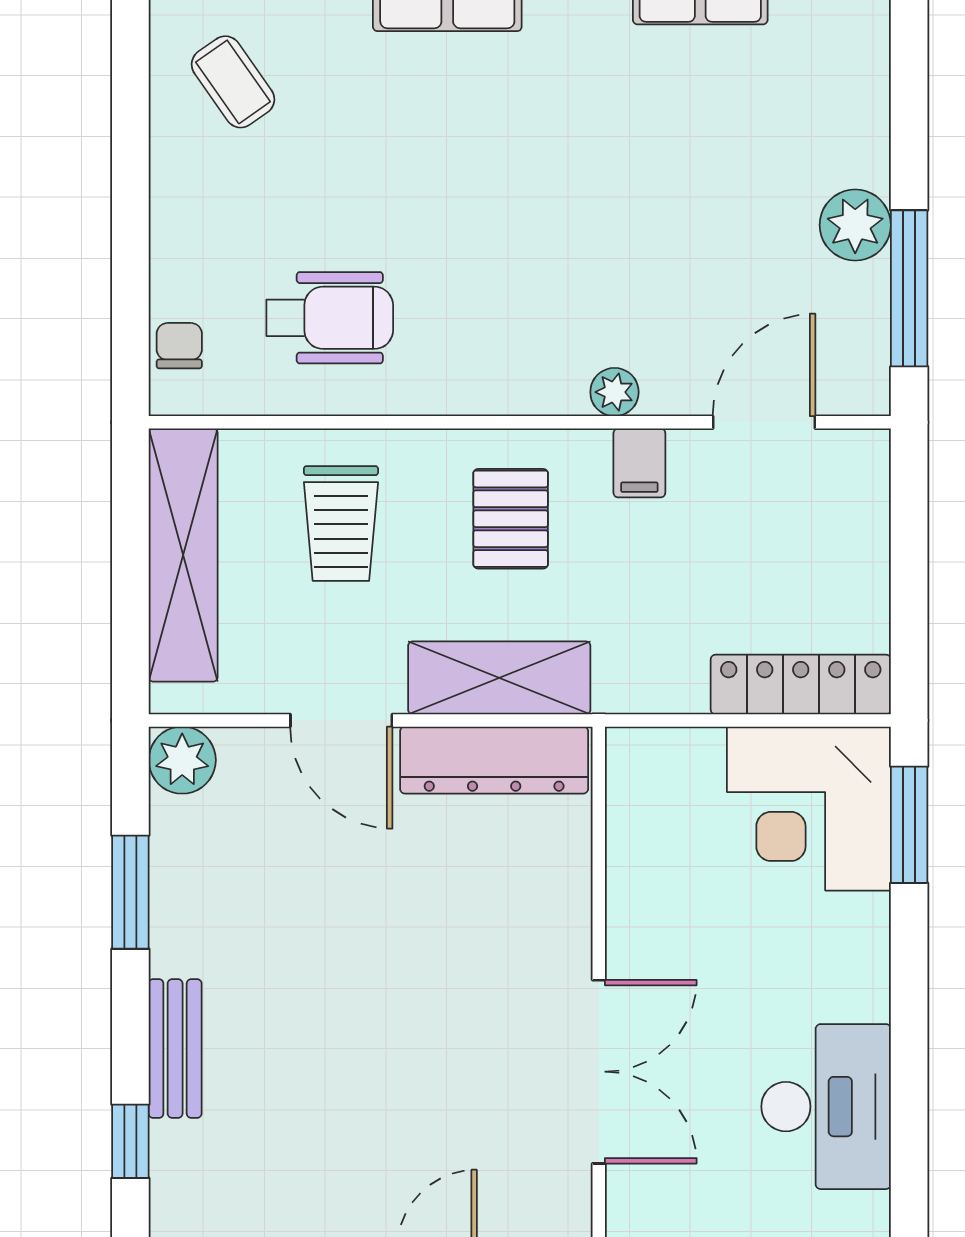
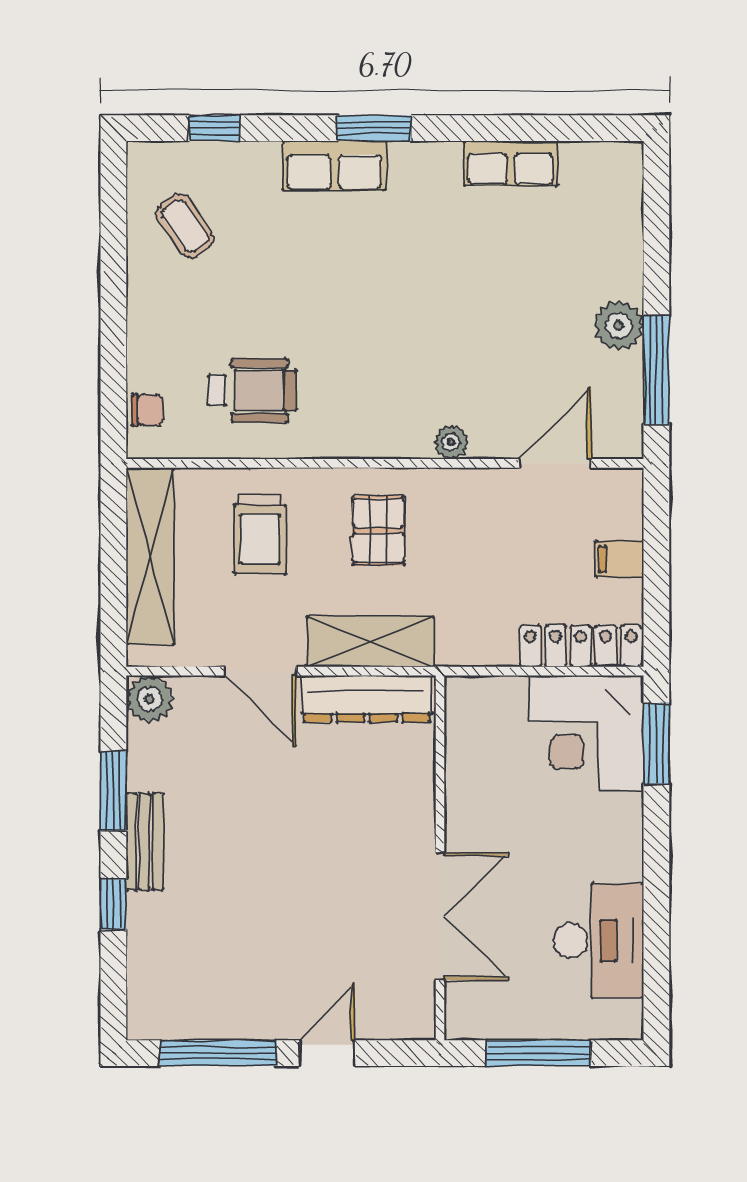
chair: (179, 346) -> (147, 410), turned 90
filing cabinet: (639, 463) -> (620, 559), moved, turned 90
bench: (175, 1049) -> (145, 842), moved
window: (130, 1141) -> (113, 904), moved

